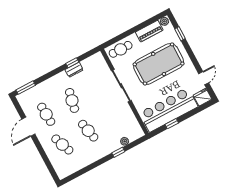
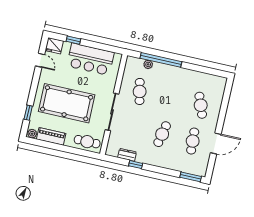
dresser: (74, 70) -> (127, 155), moved
door: (204, 78) -> (40, 60), swing flipped
bar counter: (169, 110) -> (90, 59), width x0.73
window: (172, 124) -> (73, 40), moved
cafe table: (88, 131) -> (140, 91), moved
window: (118, 152) -> (161, 60), width x3.17

